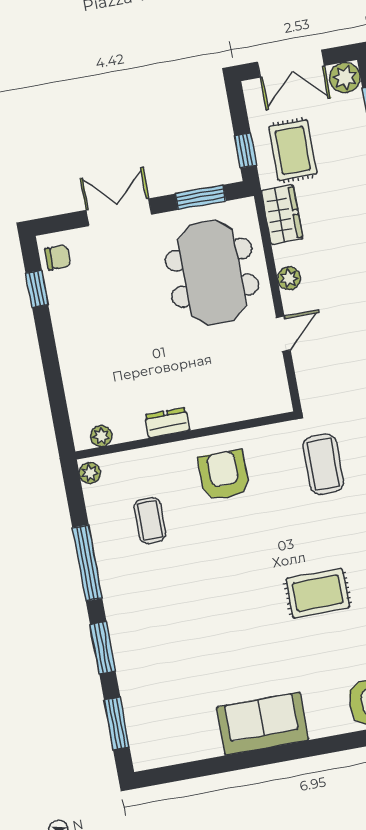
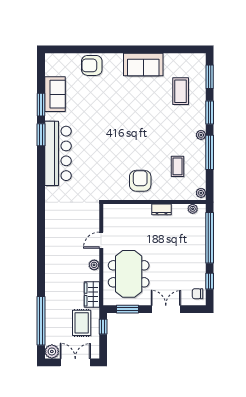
double door: (119, 212) -> (166, 309), swing flipped
window: (54, 381) -> (210, 238), added
coffee table: (323, 464) -> (181, 91), moved
armchair: (224, 475) -> (140, 181), turned 180
rug: (318, 593) -> (107, 119), removed
plant: (112, 596) -> (201, 135), added

